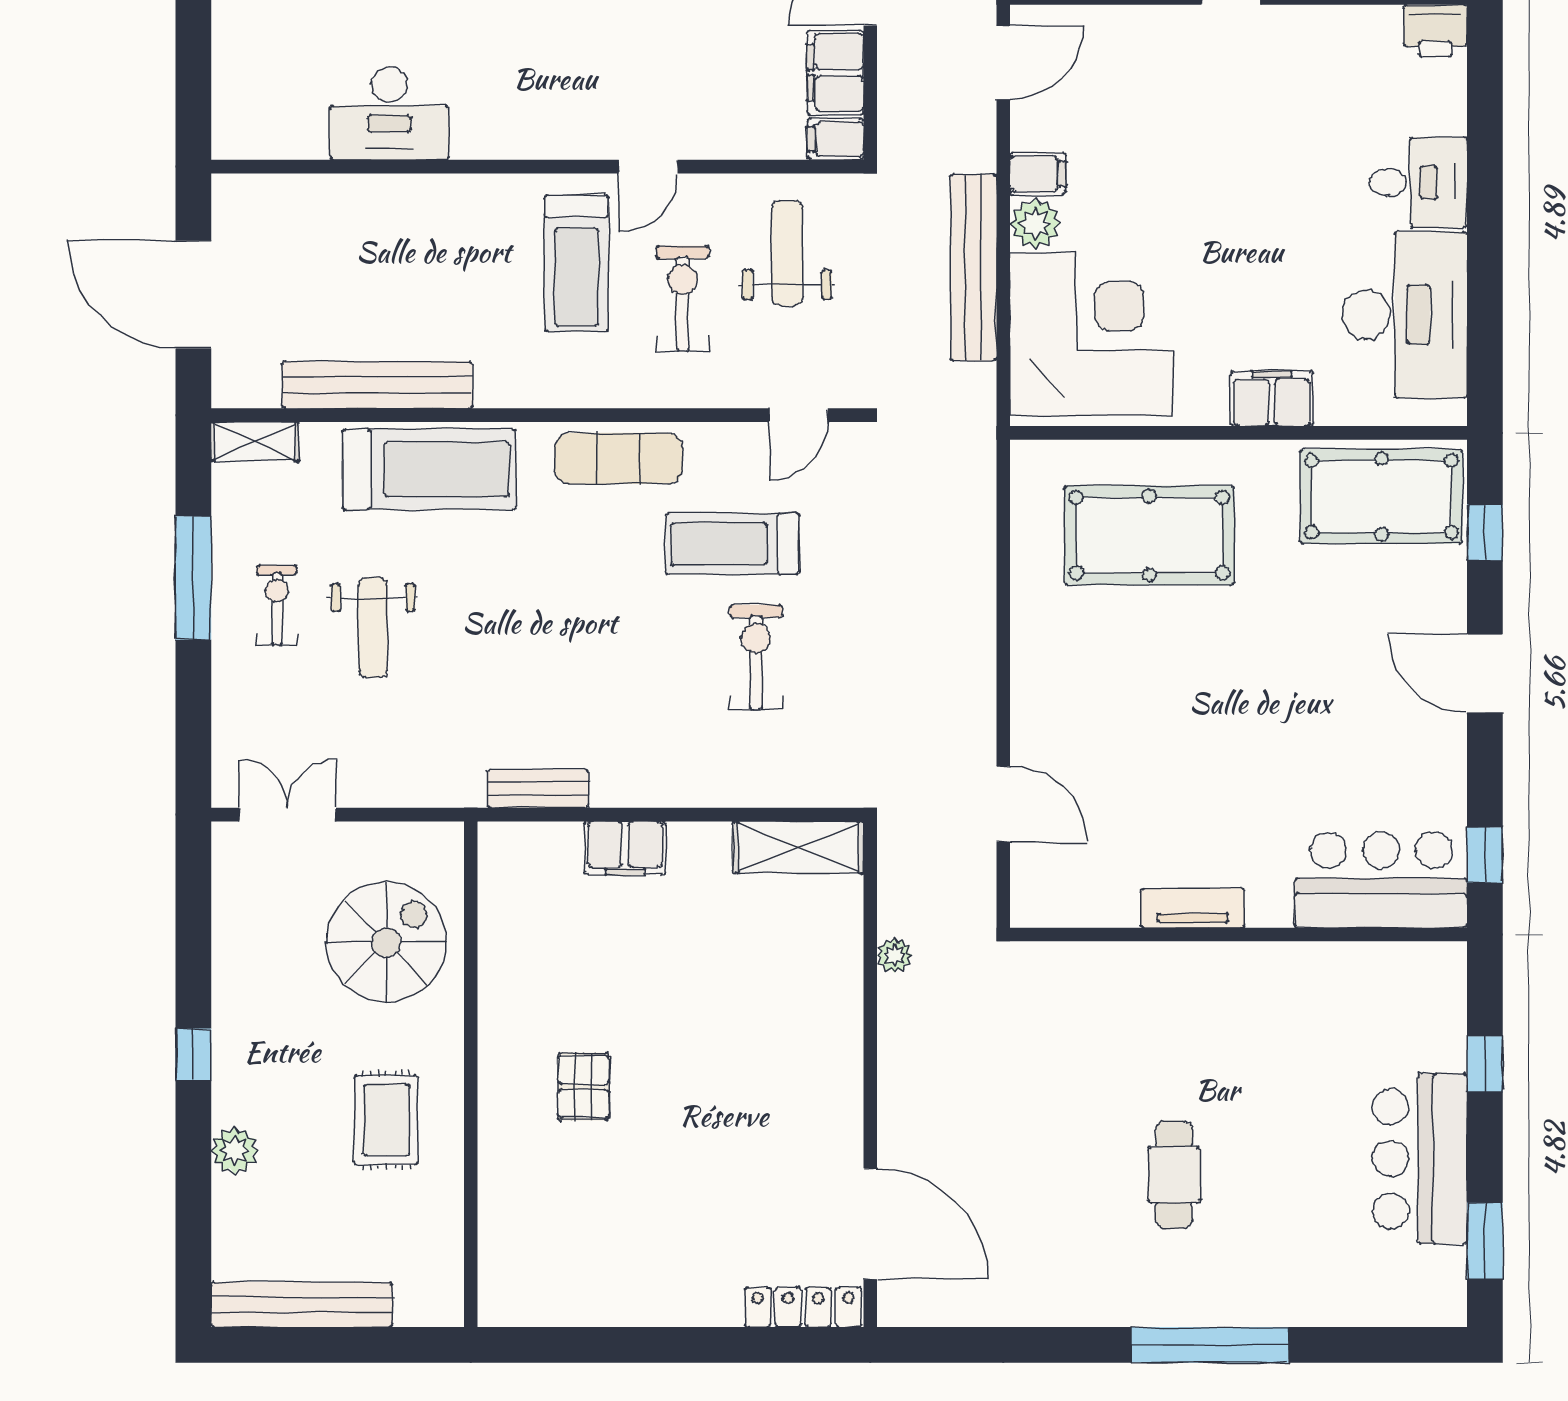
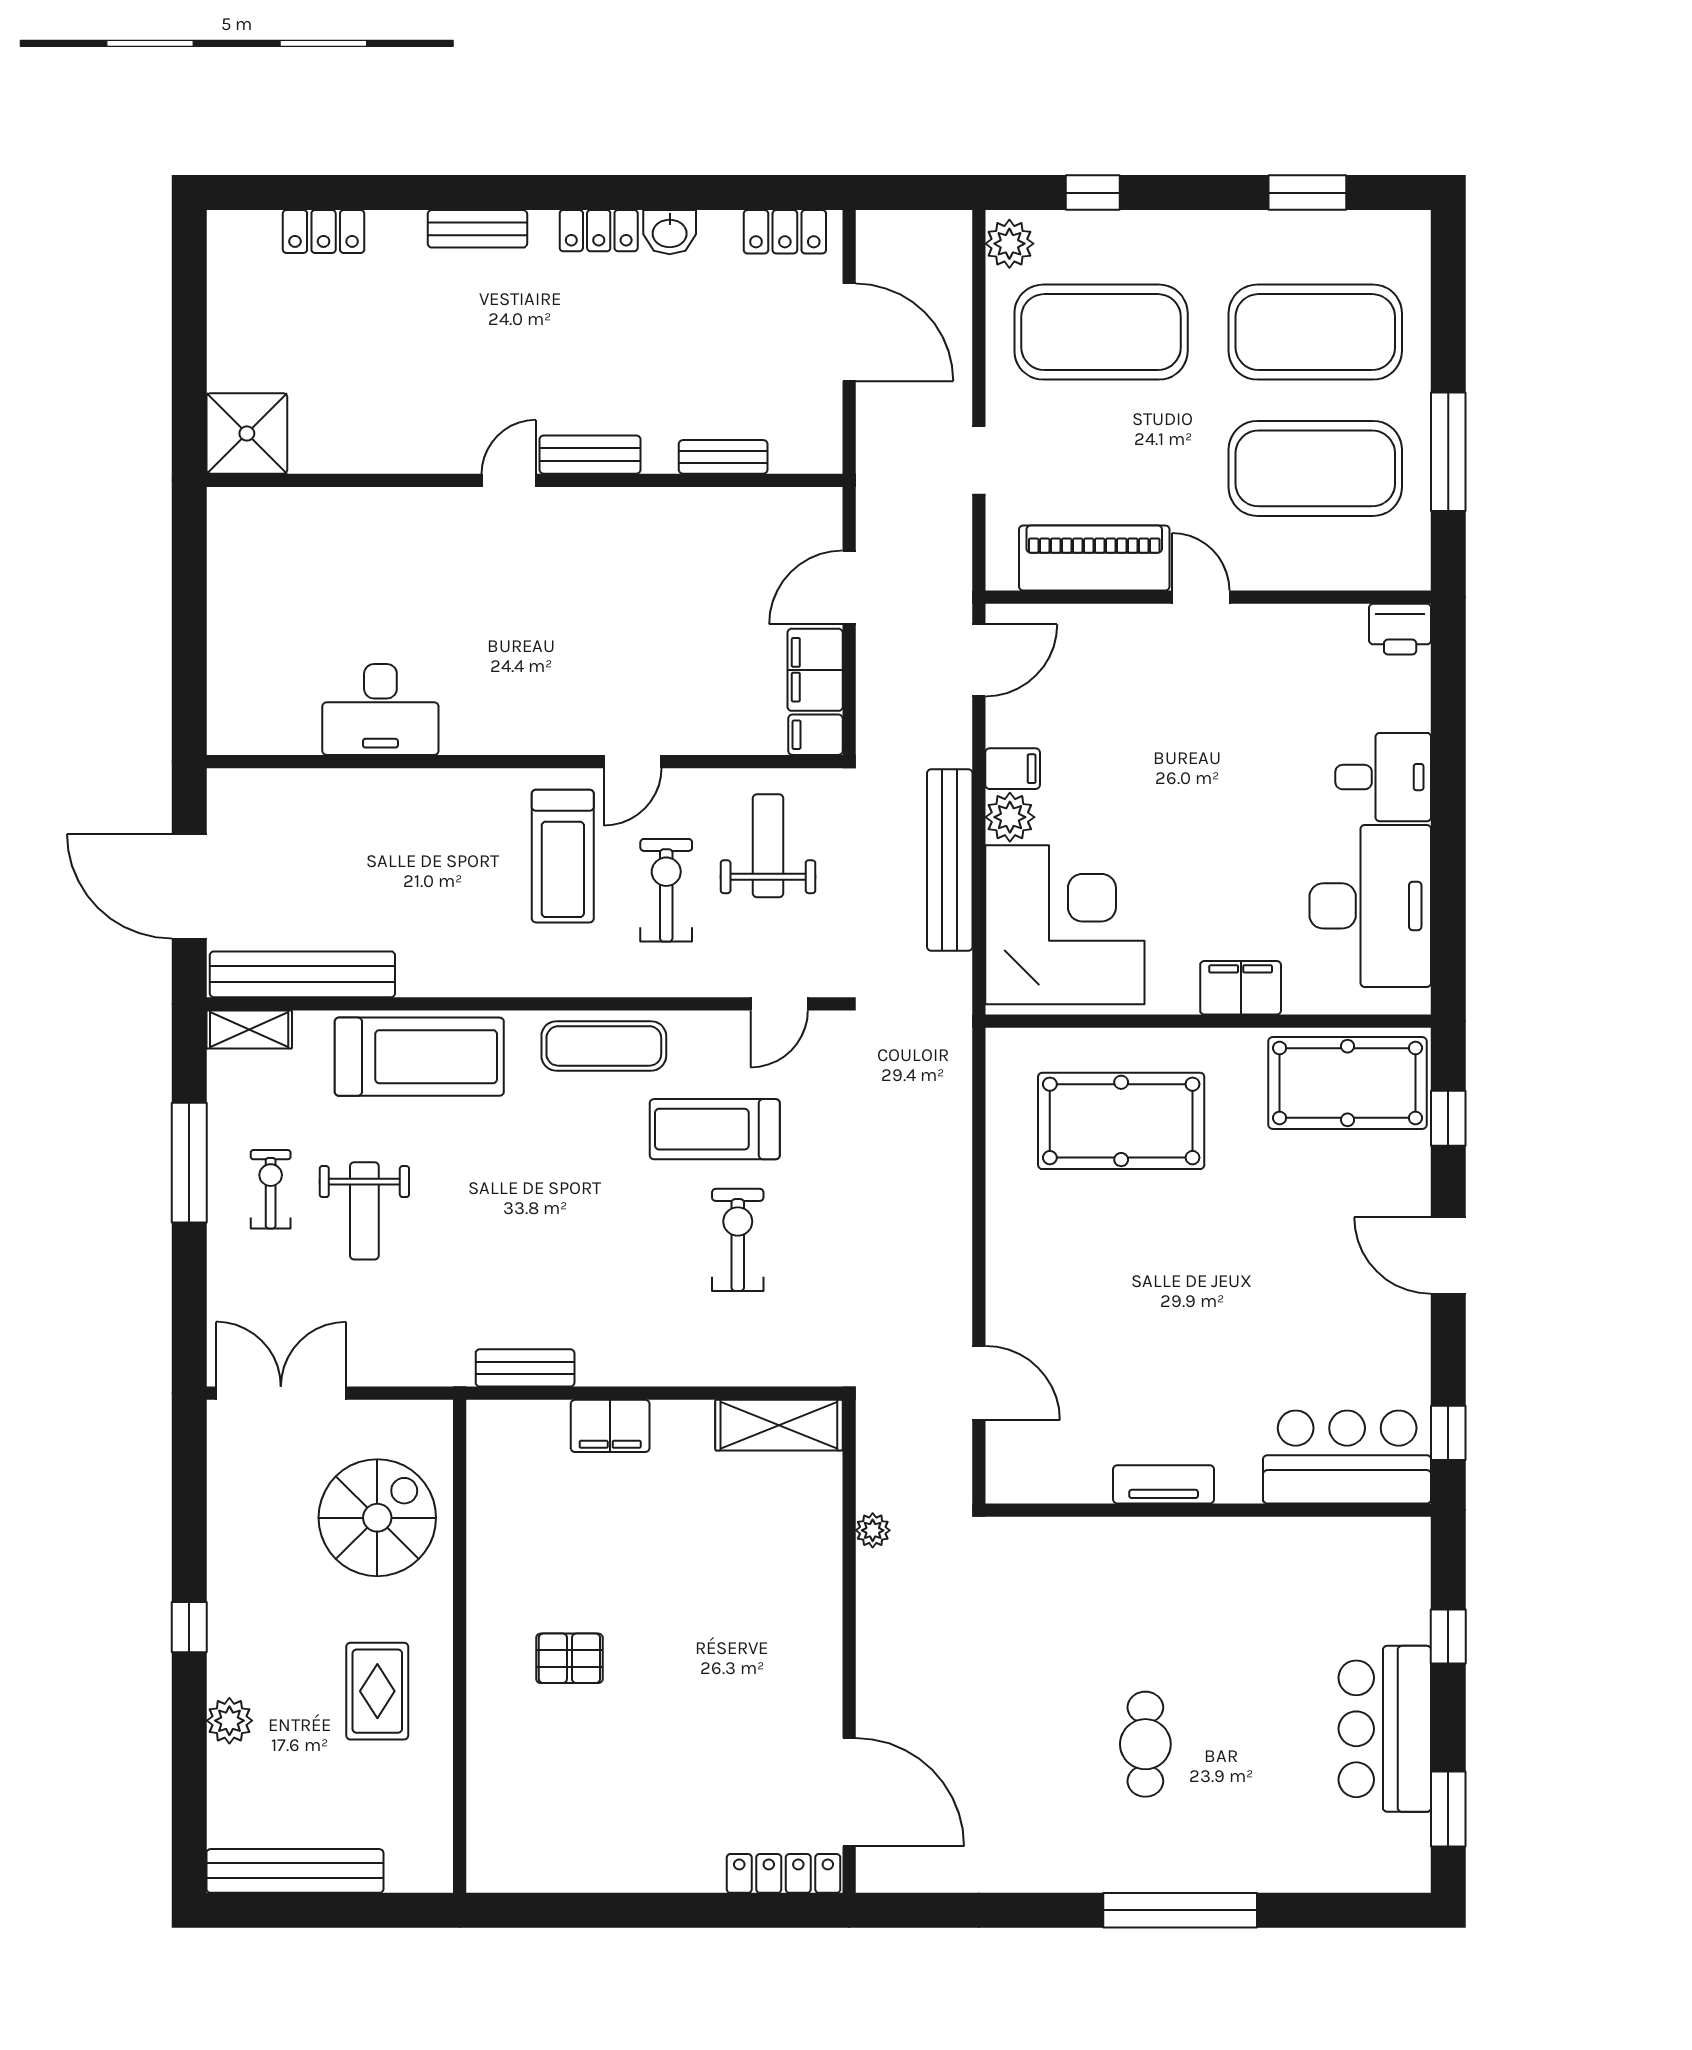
bench: (377, 385) -> (302, 974), moved
double door: (287, 815) -> (281, 1393), width x1.37
pallet: (583, 1087) -> (569, 1658), turned 90

